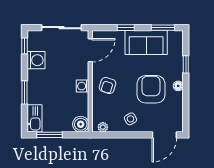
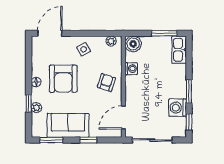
plant: (178, 60) -> (36, 108), added
washing machine: (83, 86) -> (131, 69), moved
window: (25, 92) -> (189, 91), moved

